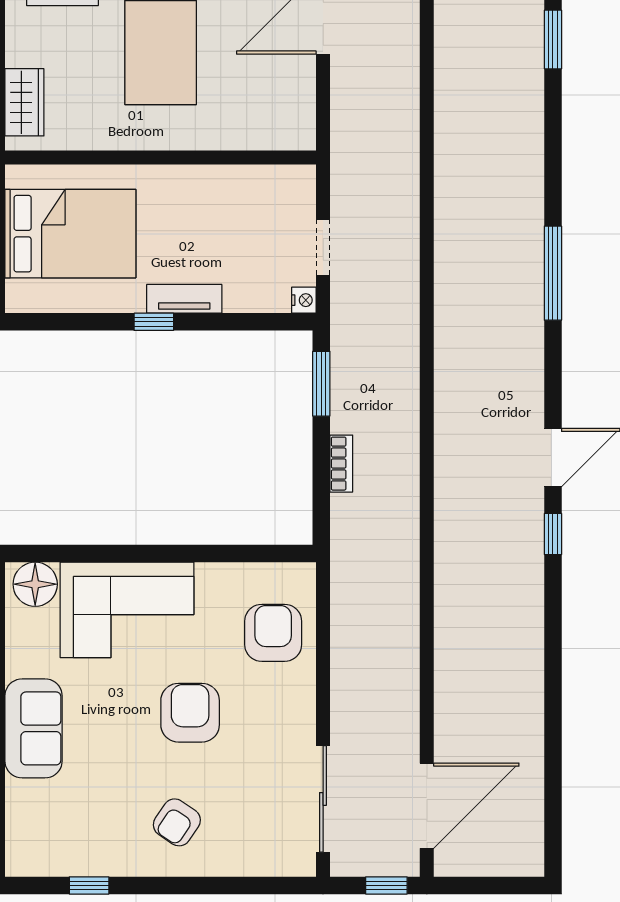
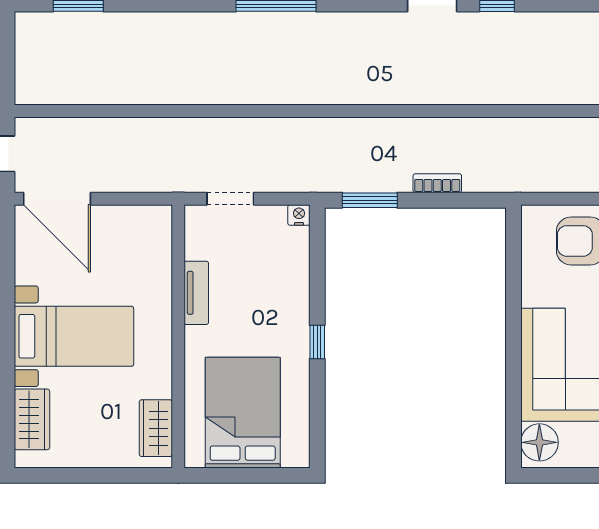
wardrobe: (24, 102) -> (156, 428), moved, turned -90
doorway: (323, 247) -> (230, 199), moved
tv unit: (184, 299) -> (196, 293), moved, turned 180

